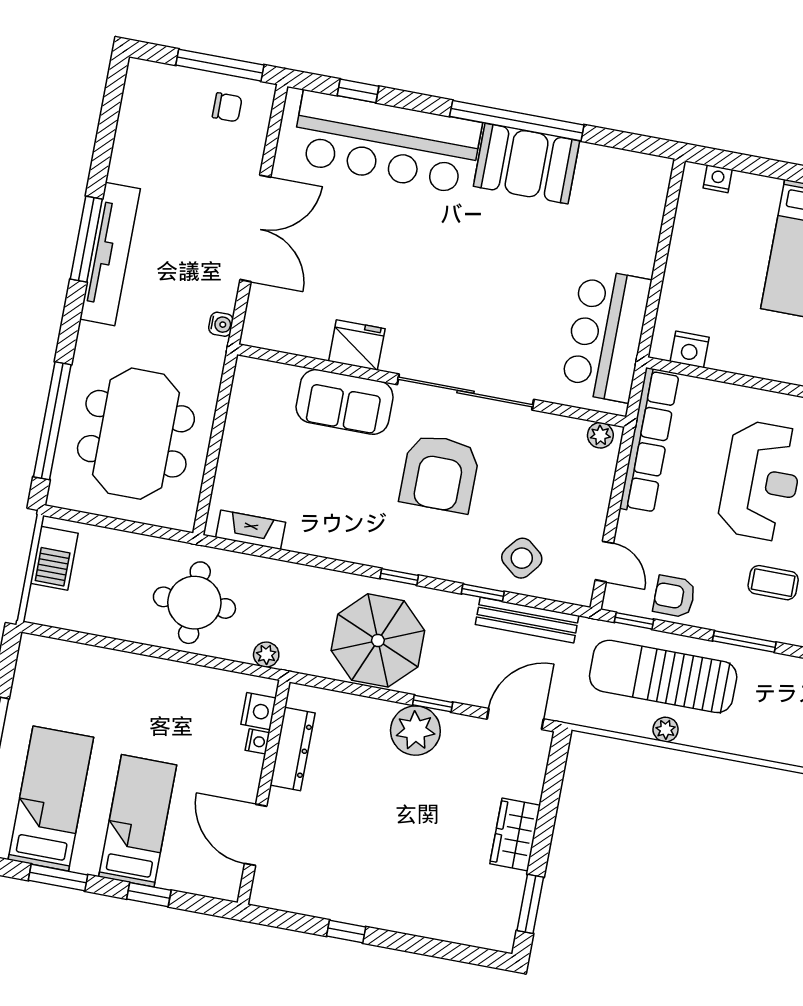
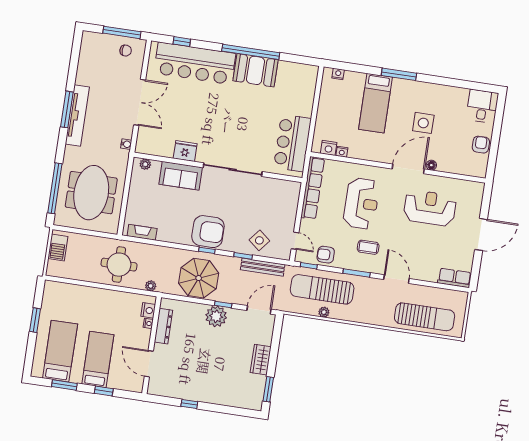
nightstand: (720, 359) -> (342, 152), added
plant: (600, 435) -> (145, 164), moved
armchair: (440, 473) -> (208, 232), moved, turned -90

